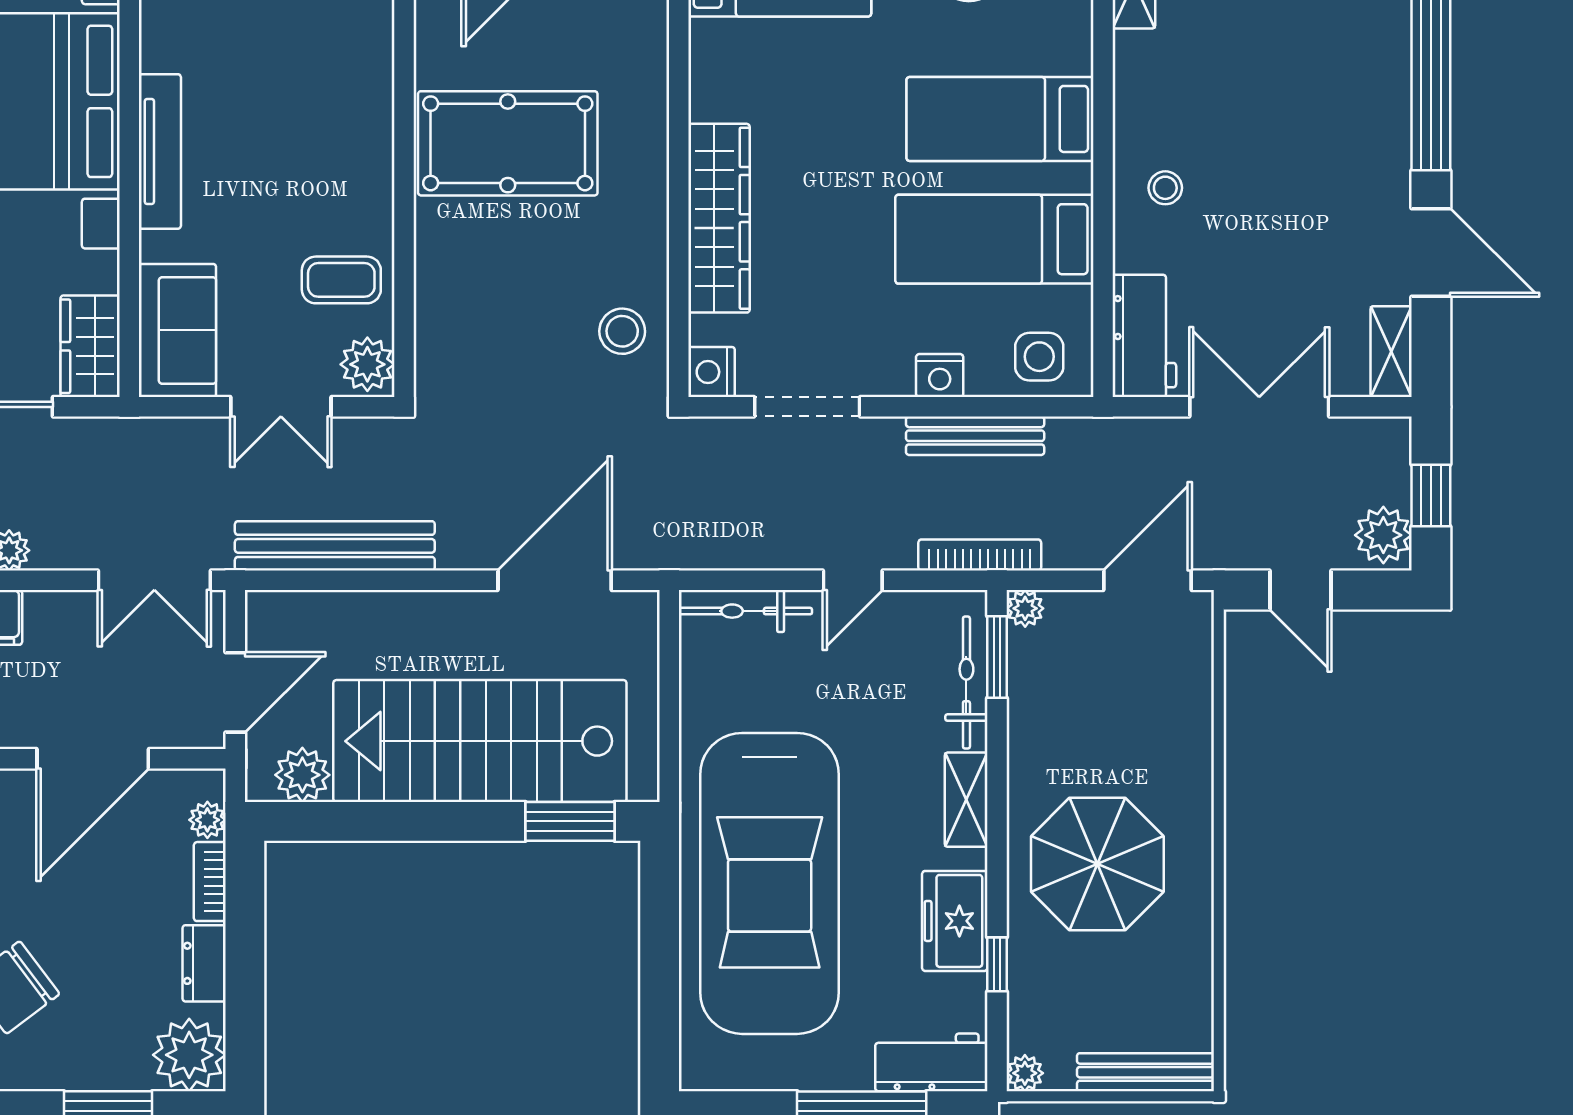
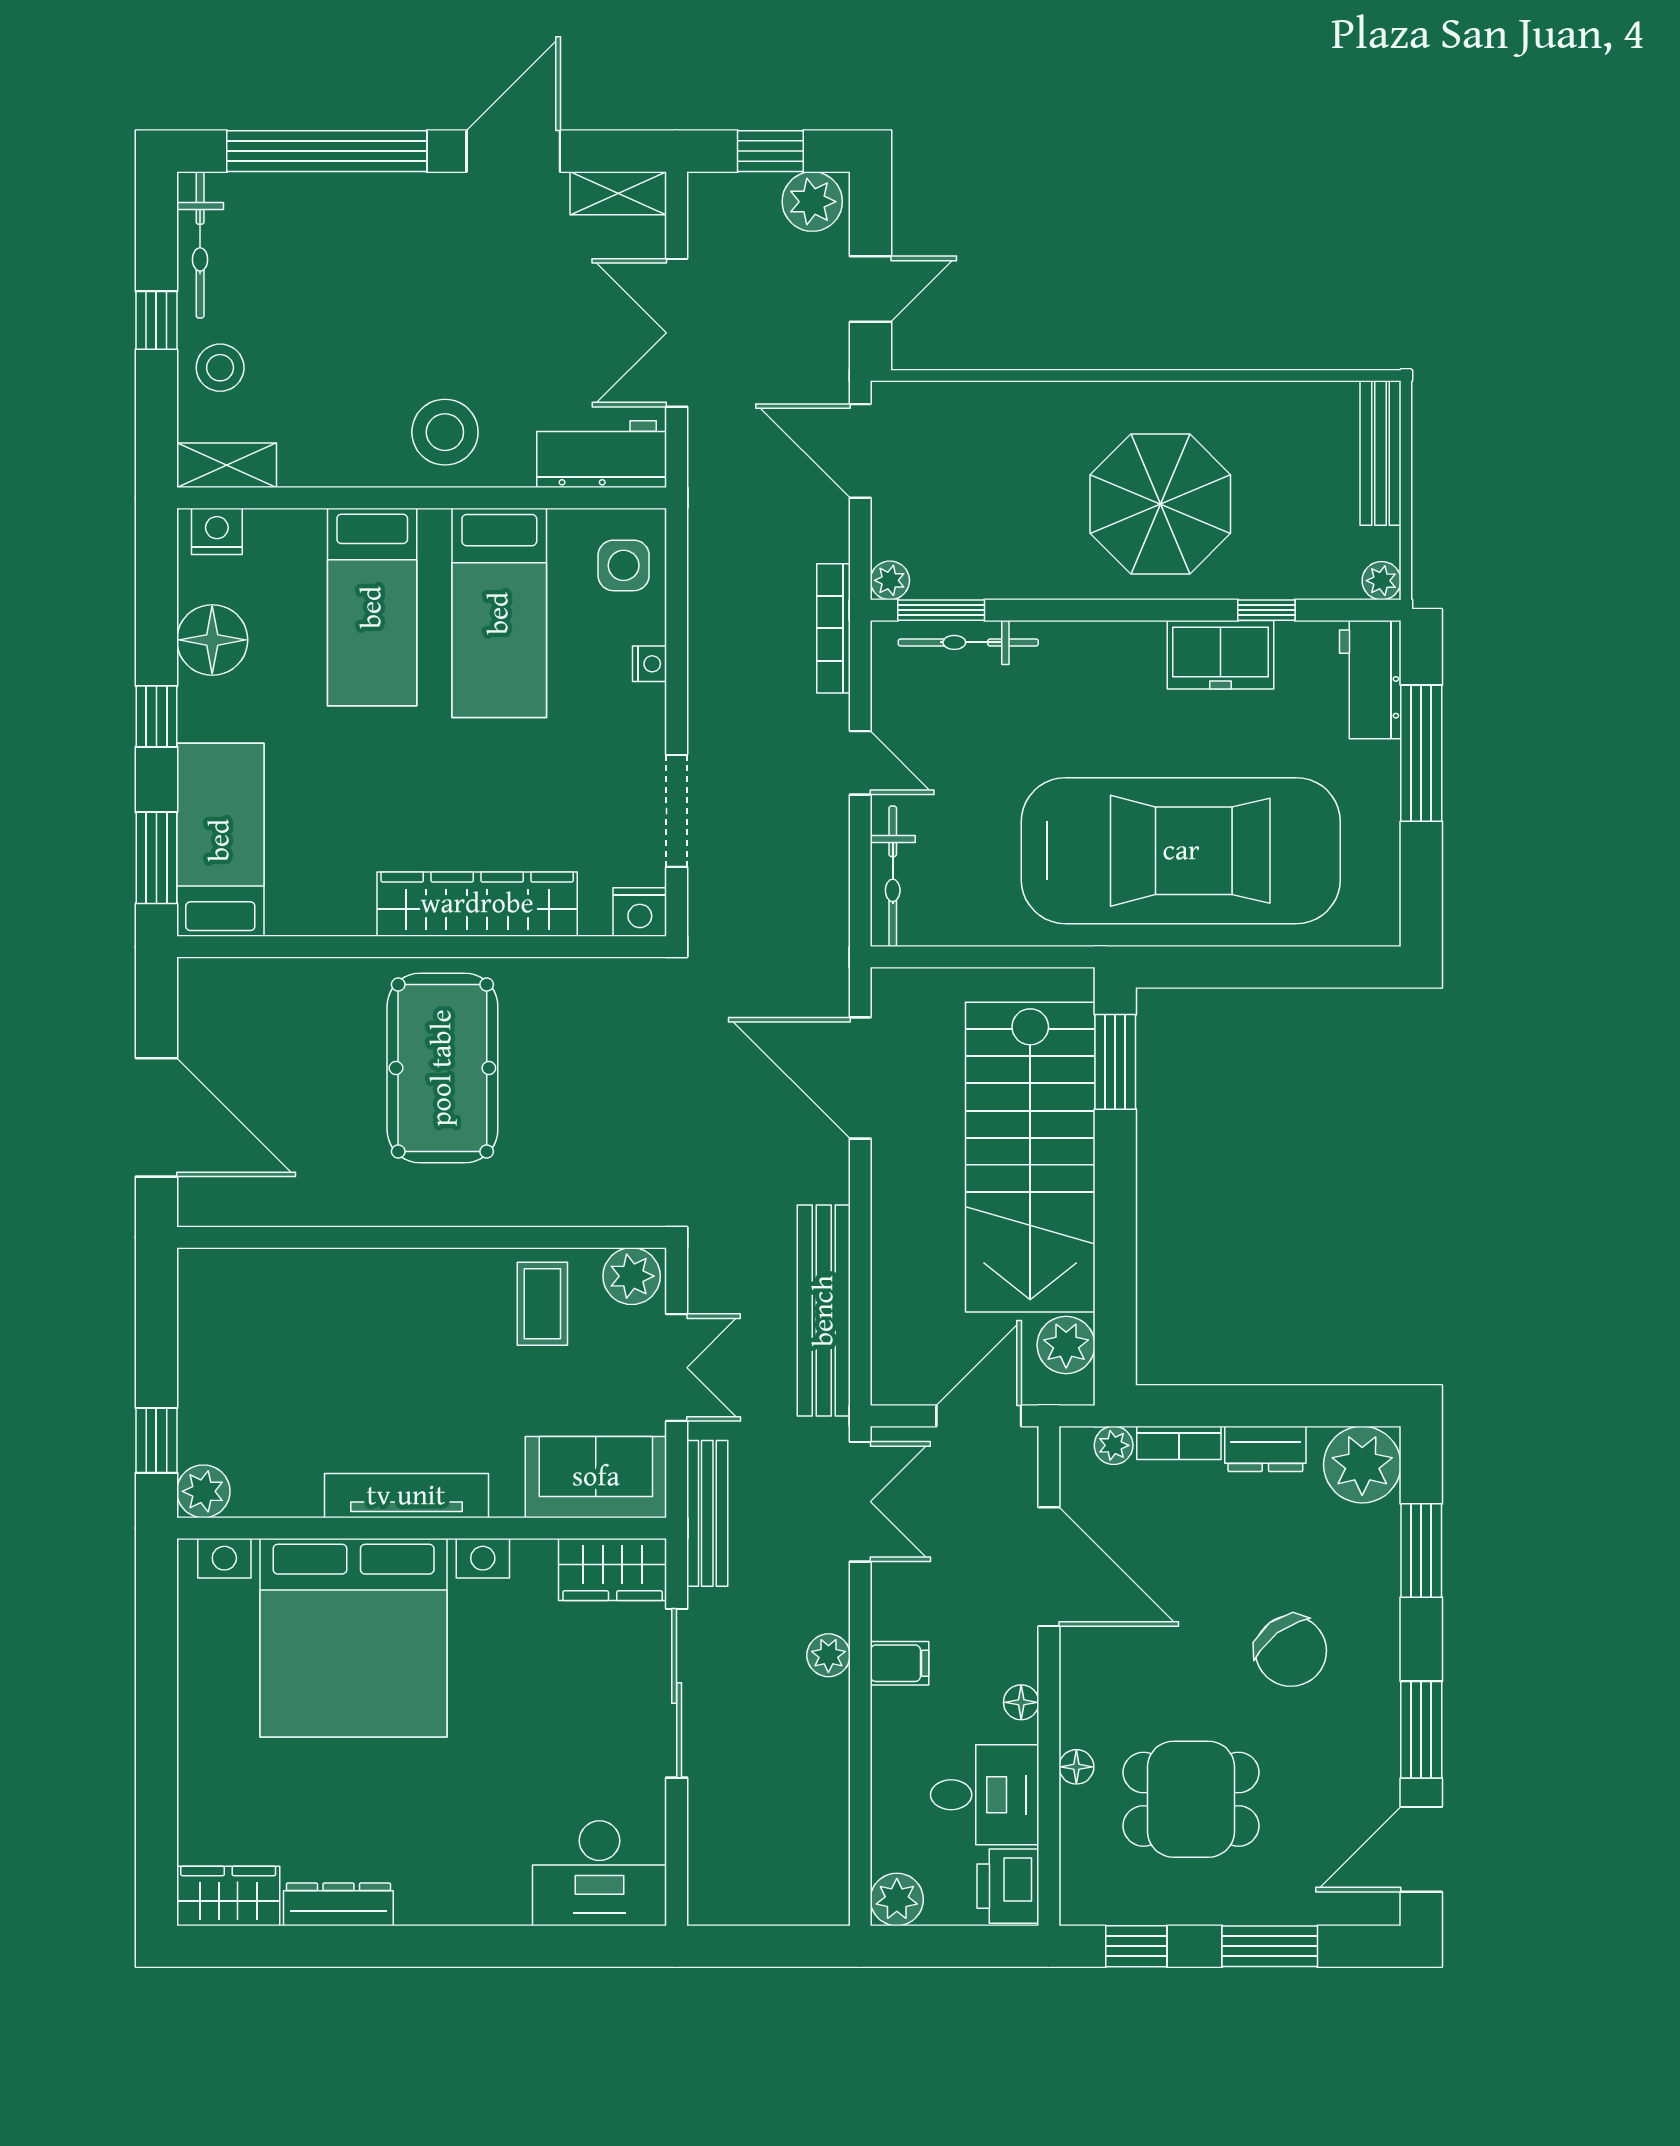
pool table: (508, 143) -> (442, 1068), moved
stool: (1165, 188) -> (445, 432), width x1.89, depth x1.89
stool: (622, 331) -> (597, 1007), removed
nightstand: (940, 376) -> (650, 664), width x0.72, depth x0.74
bench: (975, 436) -> (707, 1513), moved
door: (235, 692) -> (979, 1416), hinge flipped
shelving: (966, 800) -> (1092, 643), removed

